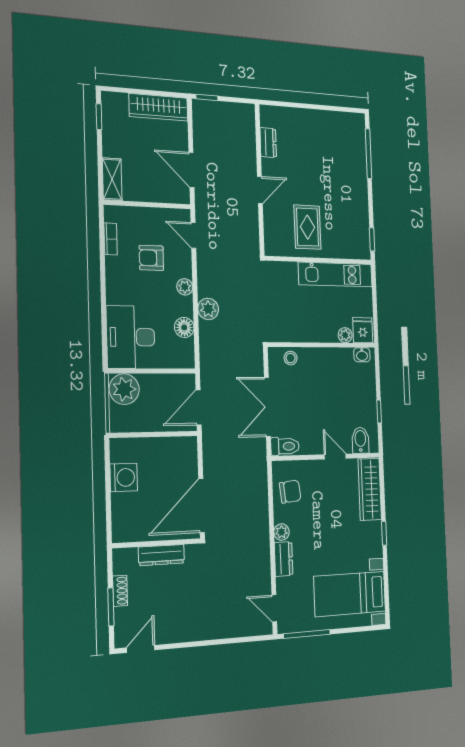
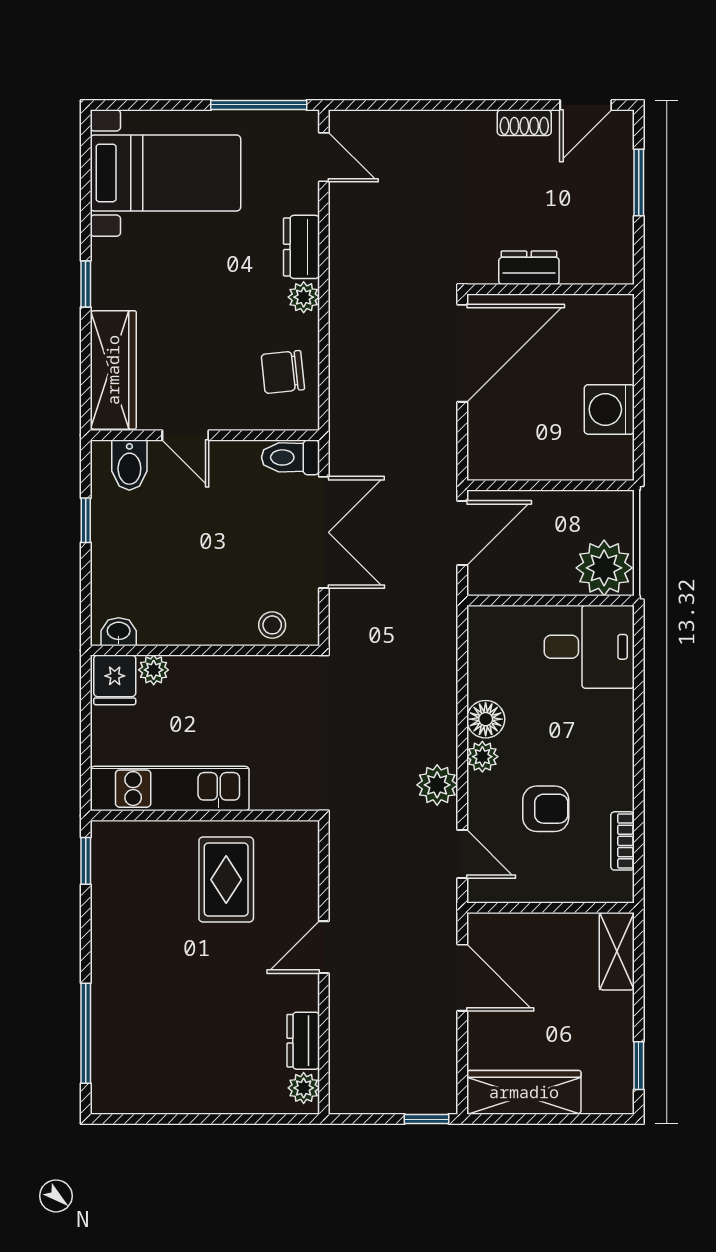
plant: (267, 118) -> (304, 1088), added
plant: (208, 309) -> (437, 785), moved
floor lamp: (184, 327) -> (486, 719), moved
desk: (131, 337) -> (589, 647), width x0.73
dresser: (161, 555) -> (529, 268), width x0.70
shoe rack: (120, 591) -> (524, 123), moved, turned -90

